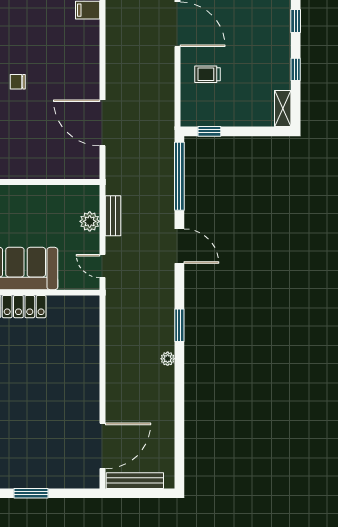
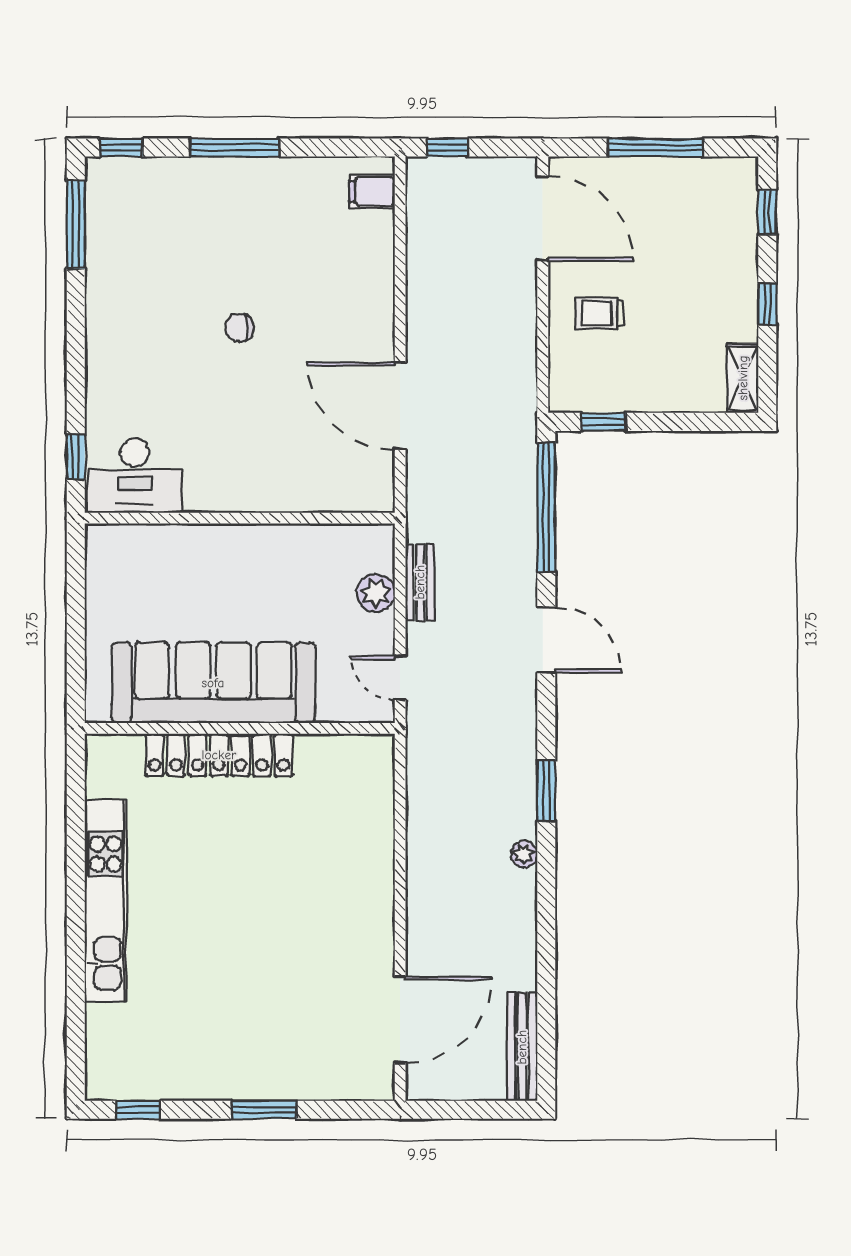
bench: (135, 481) -> (522, 1047), moved, turned 90

